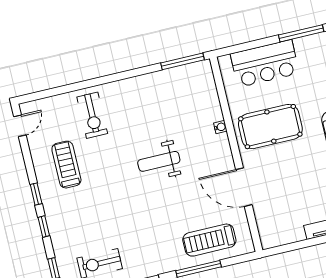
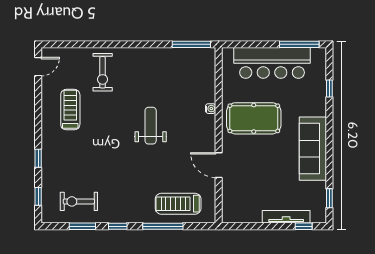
bar counter: (265, 63) -> (272, 63), width x1.36
weight bench: (159, 161) -> (151, 126), turned 90
door: (244, 187) -> (219, 165), width x0.73
window: (36, 194) -> (38, 129), removed

